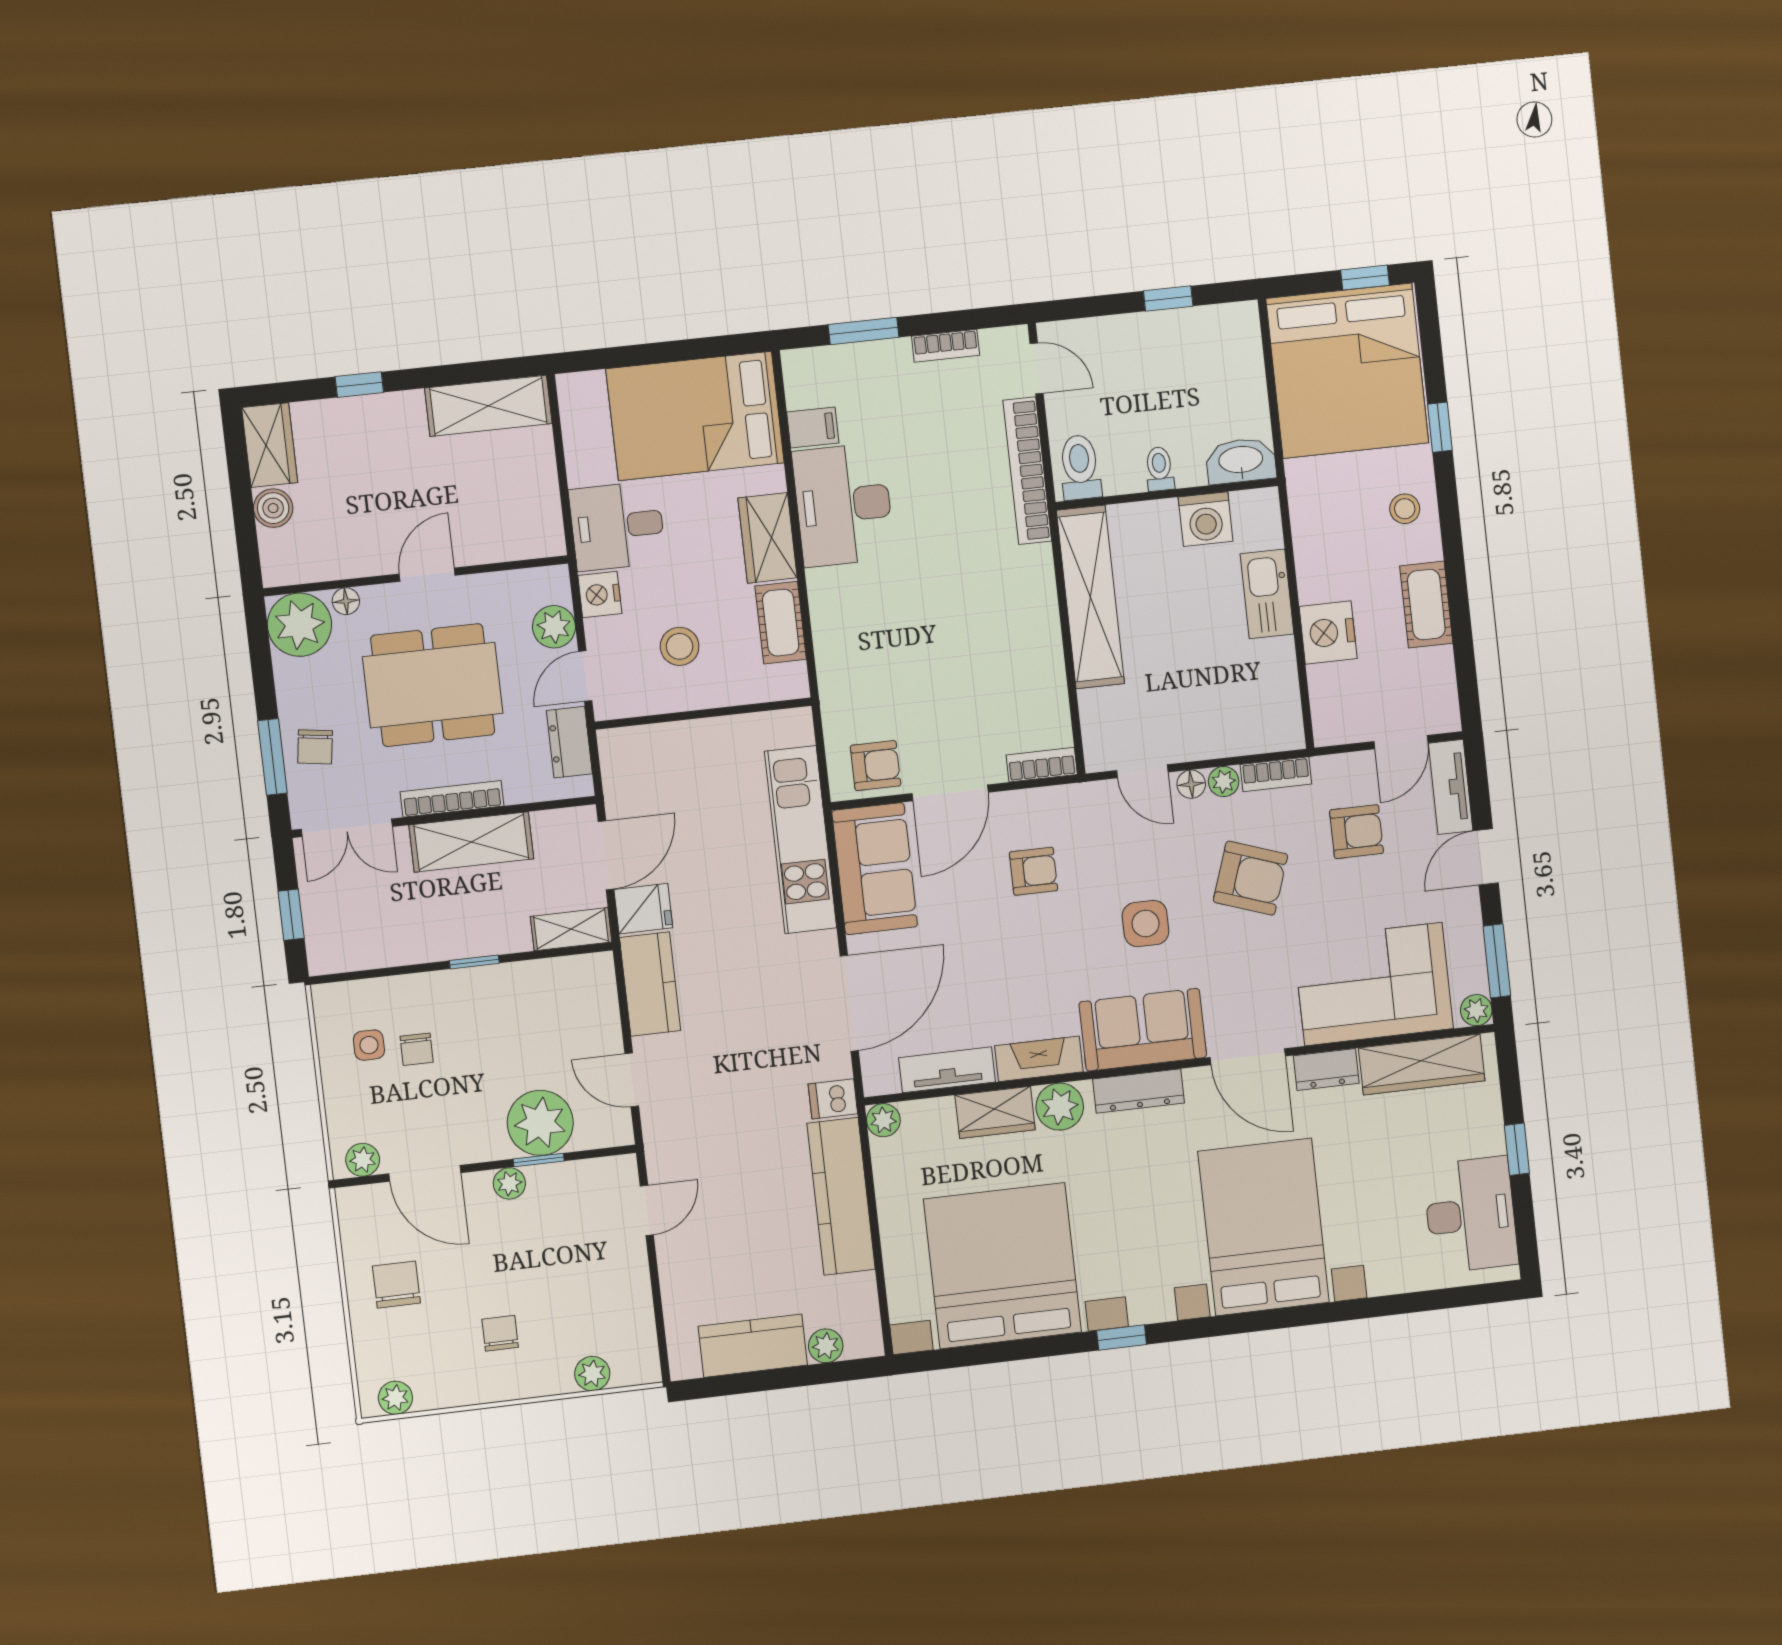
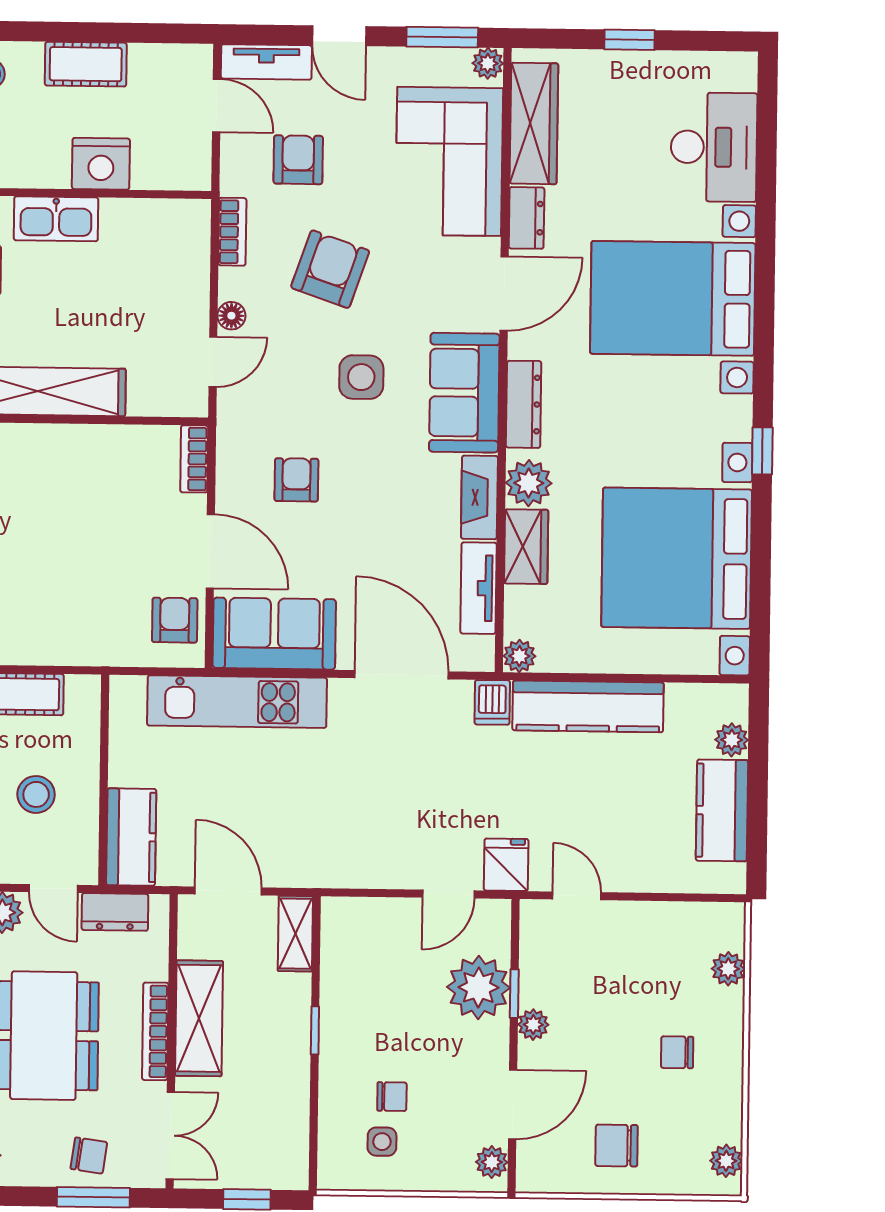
plant: (1224, 782) -> (233, 284), removed
fridge: (643, 909) -> (506, 865), moved
kitchen counter: (650, 984) -> (131, 837), moved, turned 90
desk: (1471, 1215) -> (714, 147), moved, turned 90

